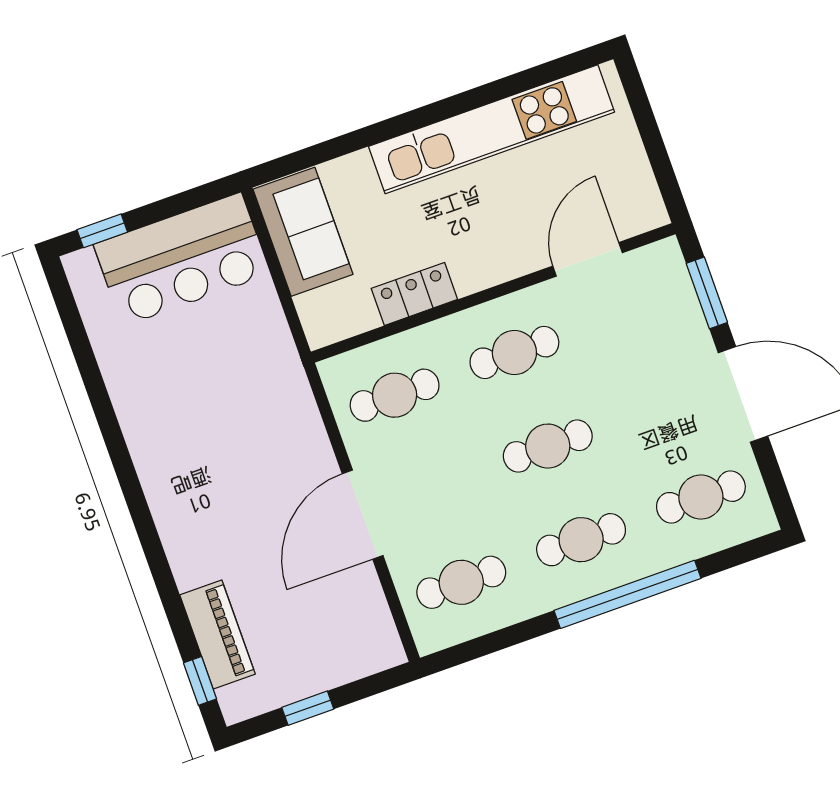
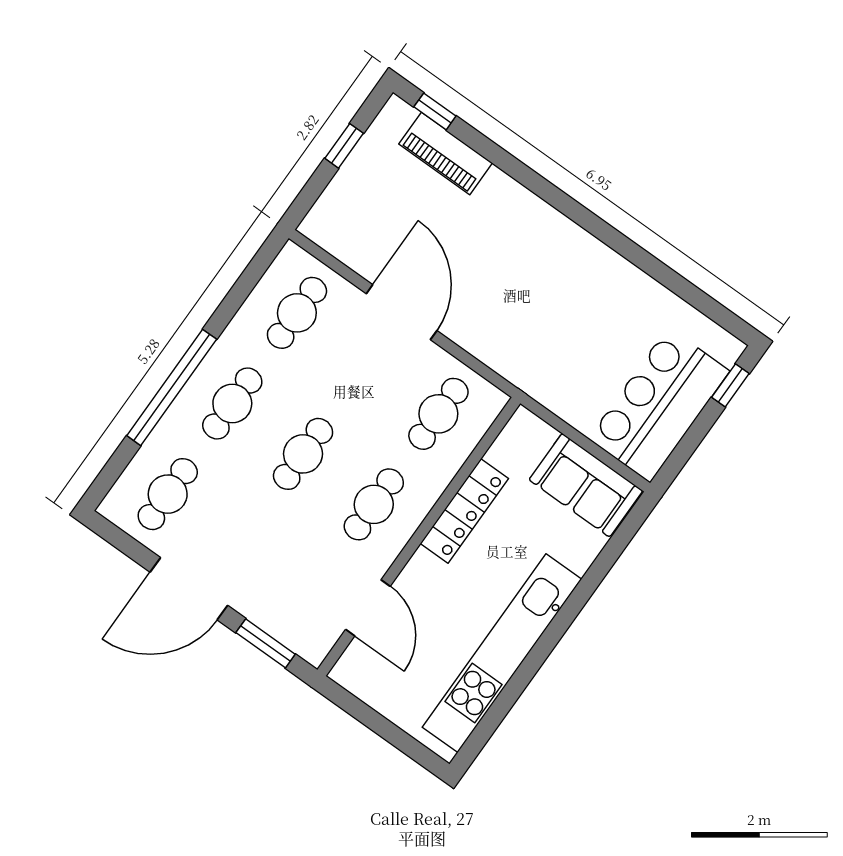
locker: (414, 294) -> (464, 511), width x1.53

